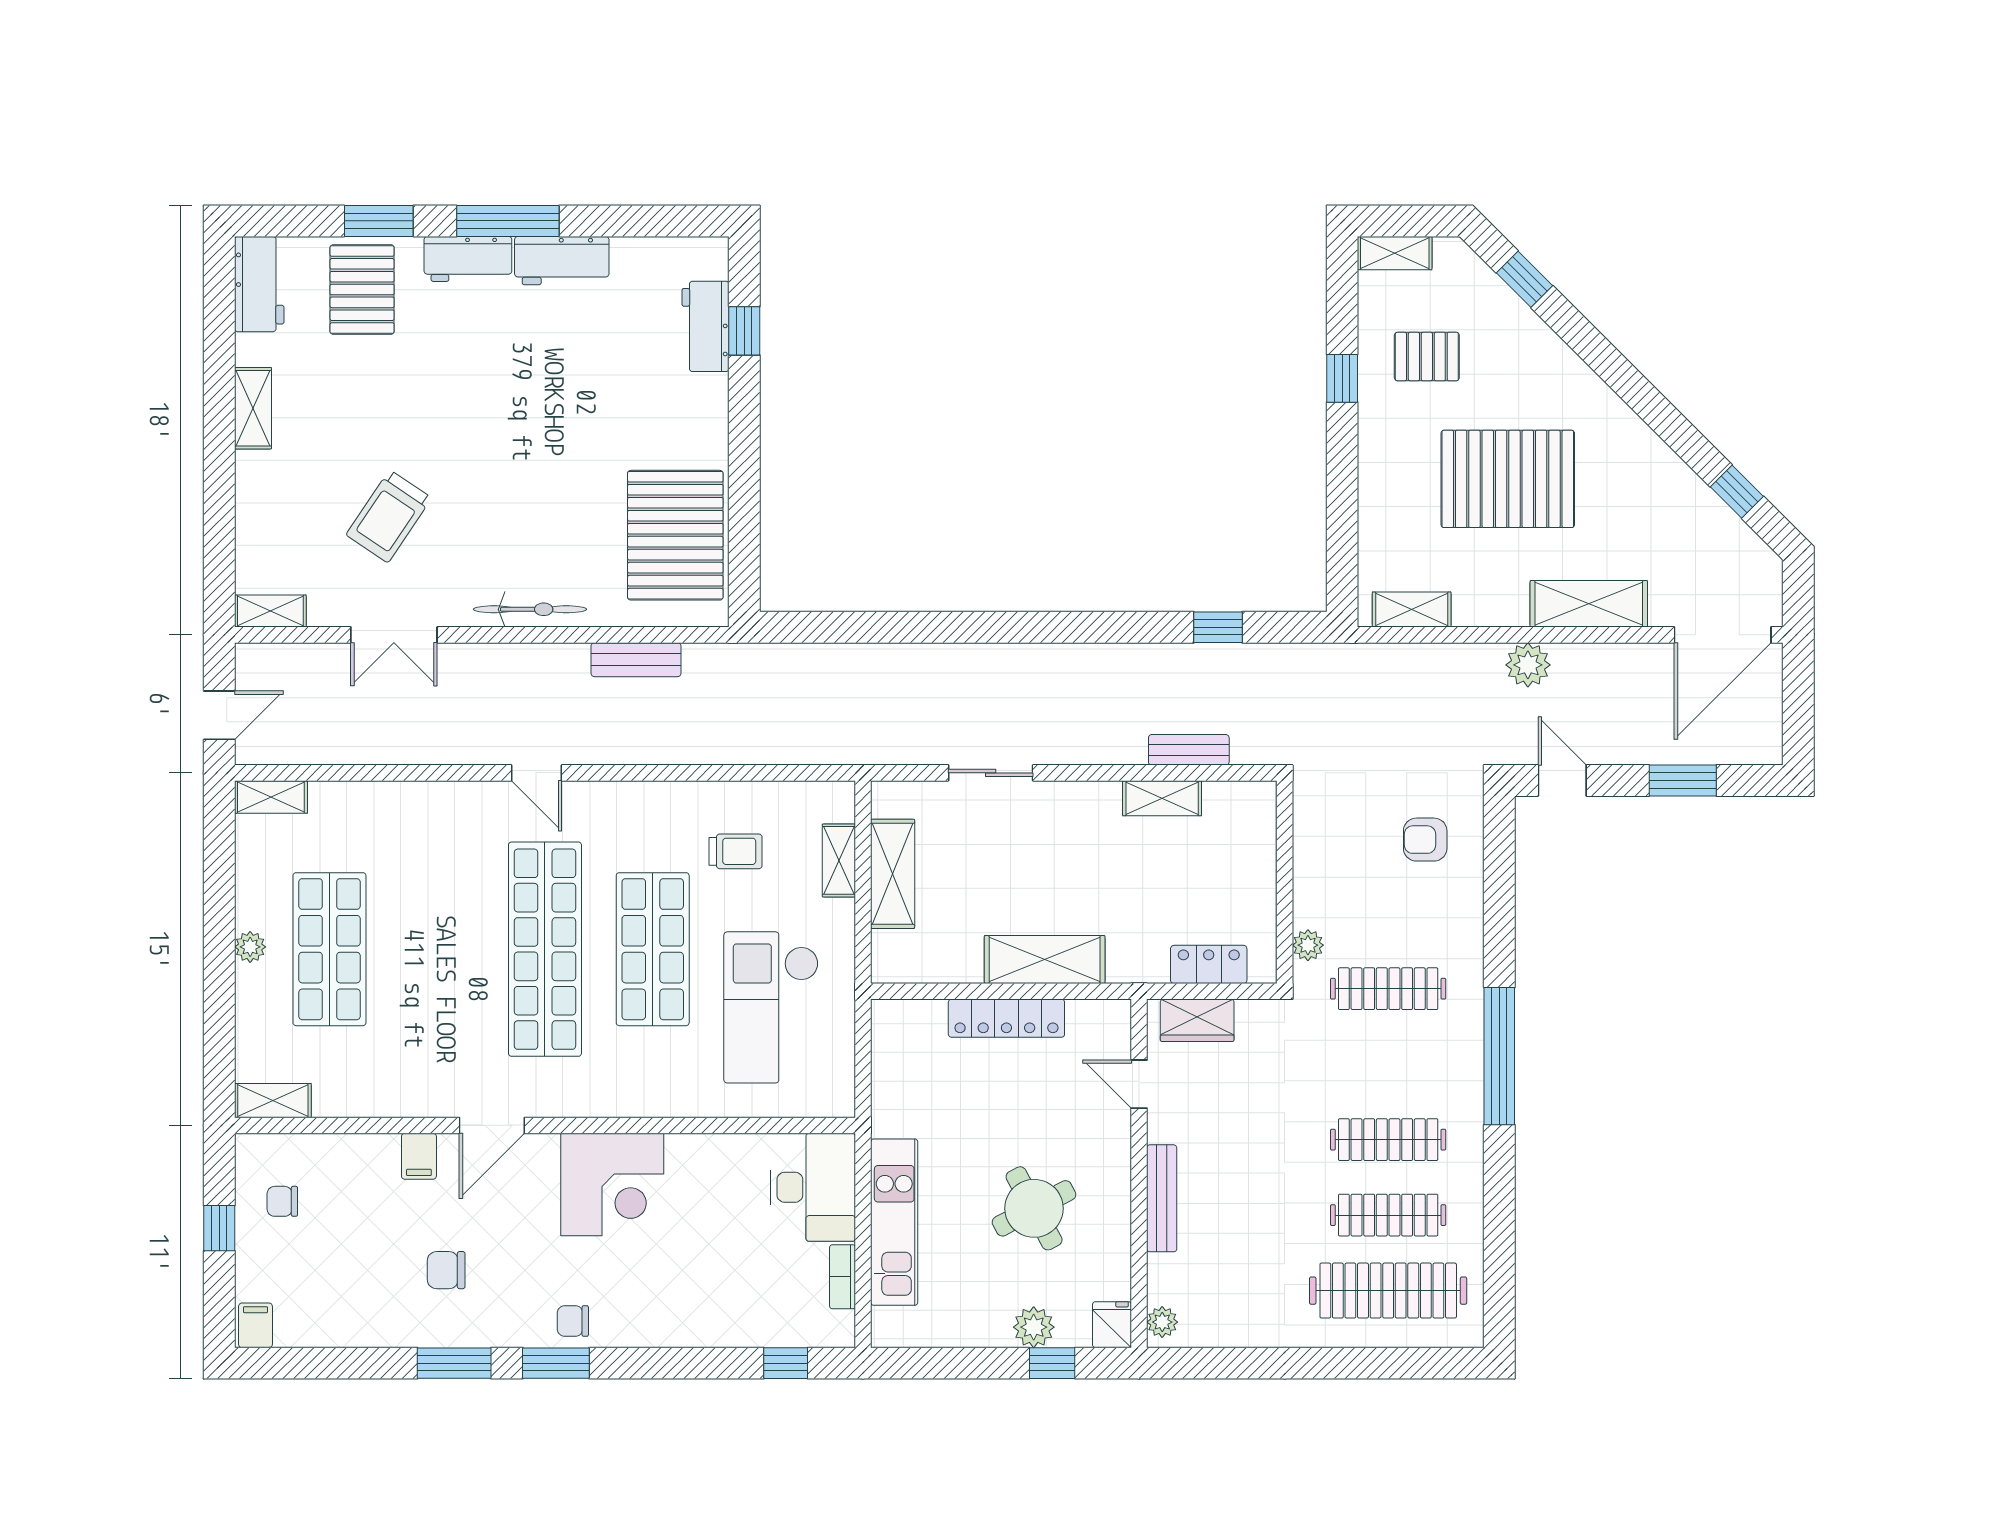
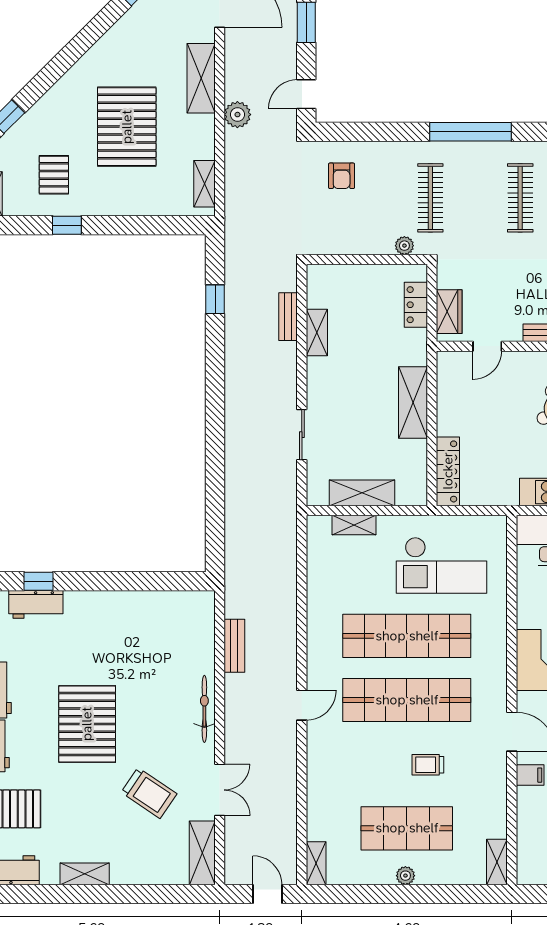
pallet: (675, 535) -> (87, 724), moved, turned 90
shelving: (270, 611) -> (202, 853), width x1.50, depth x1.33
trolley: (736, 851) -> (428, 765), moved, turned -90
shop shelf: (653, 949) -> (407, 636), width x1.40
locker: (1006, 1018) -> (448, 471), moved

